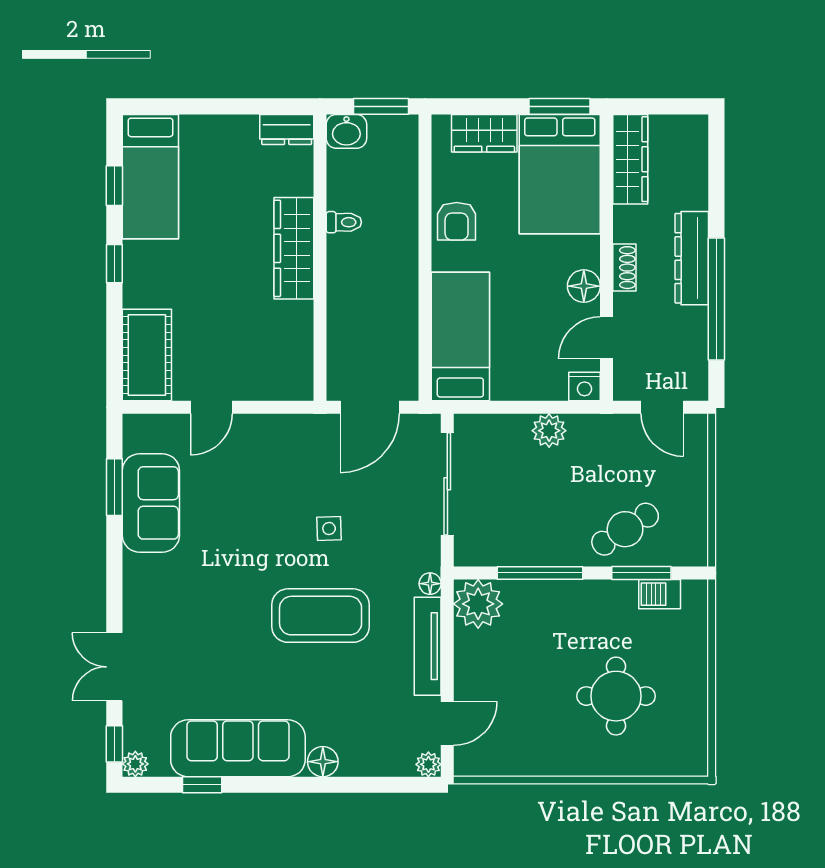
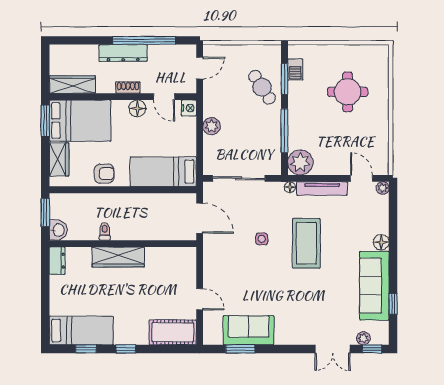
plant: (135, 764) -> (363, 338), moved

